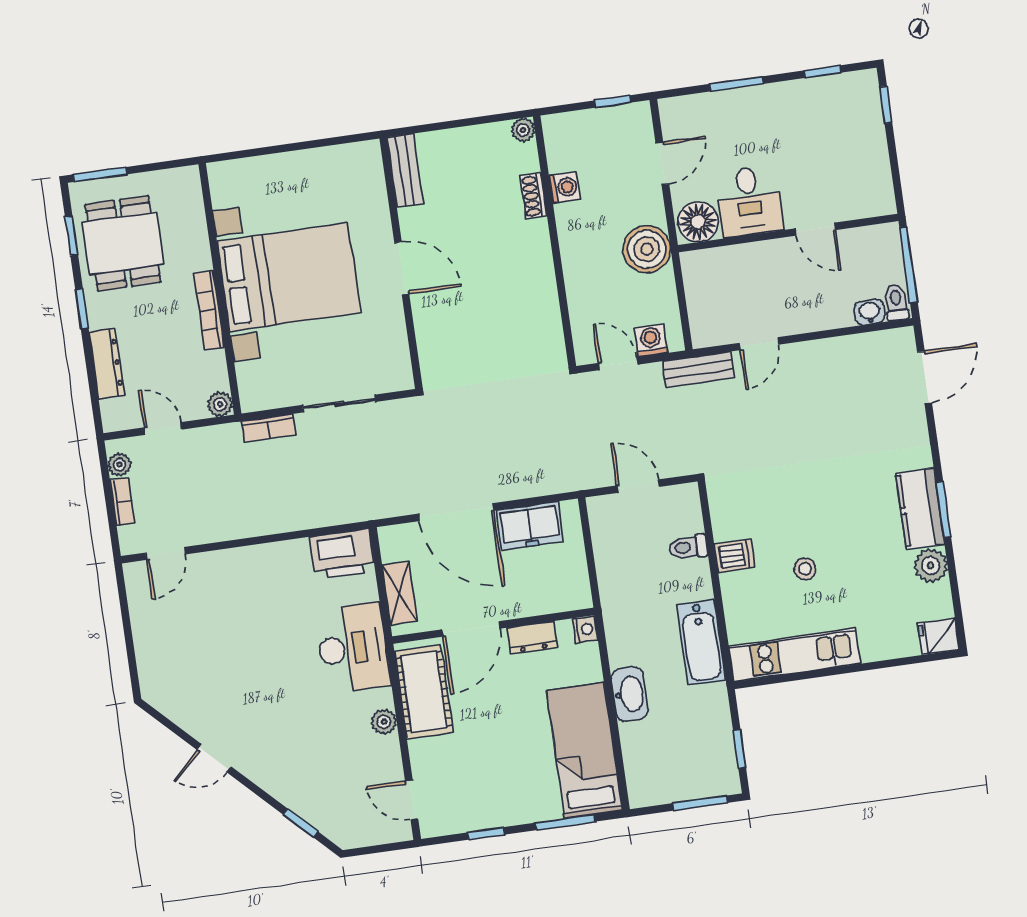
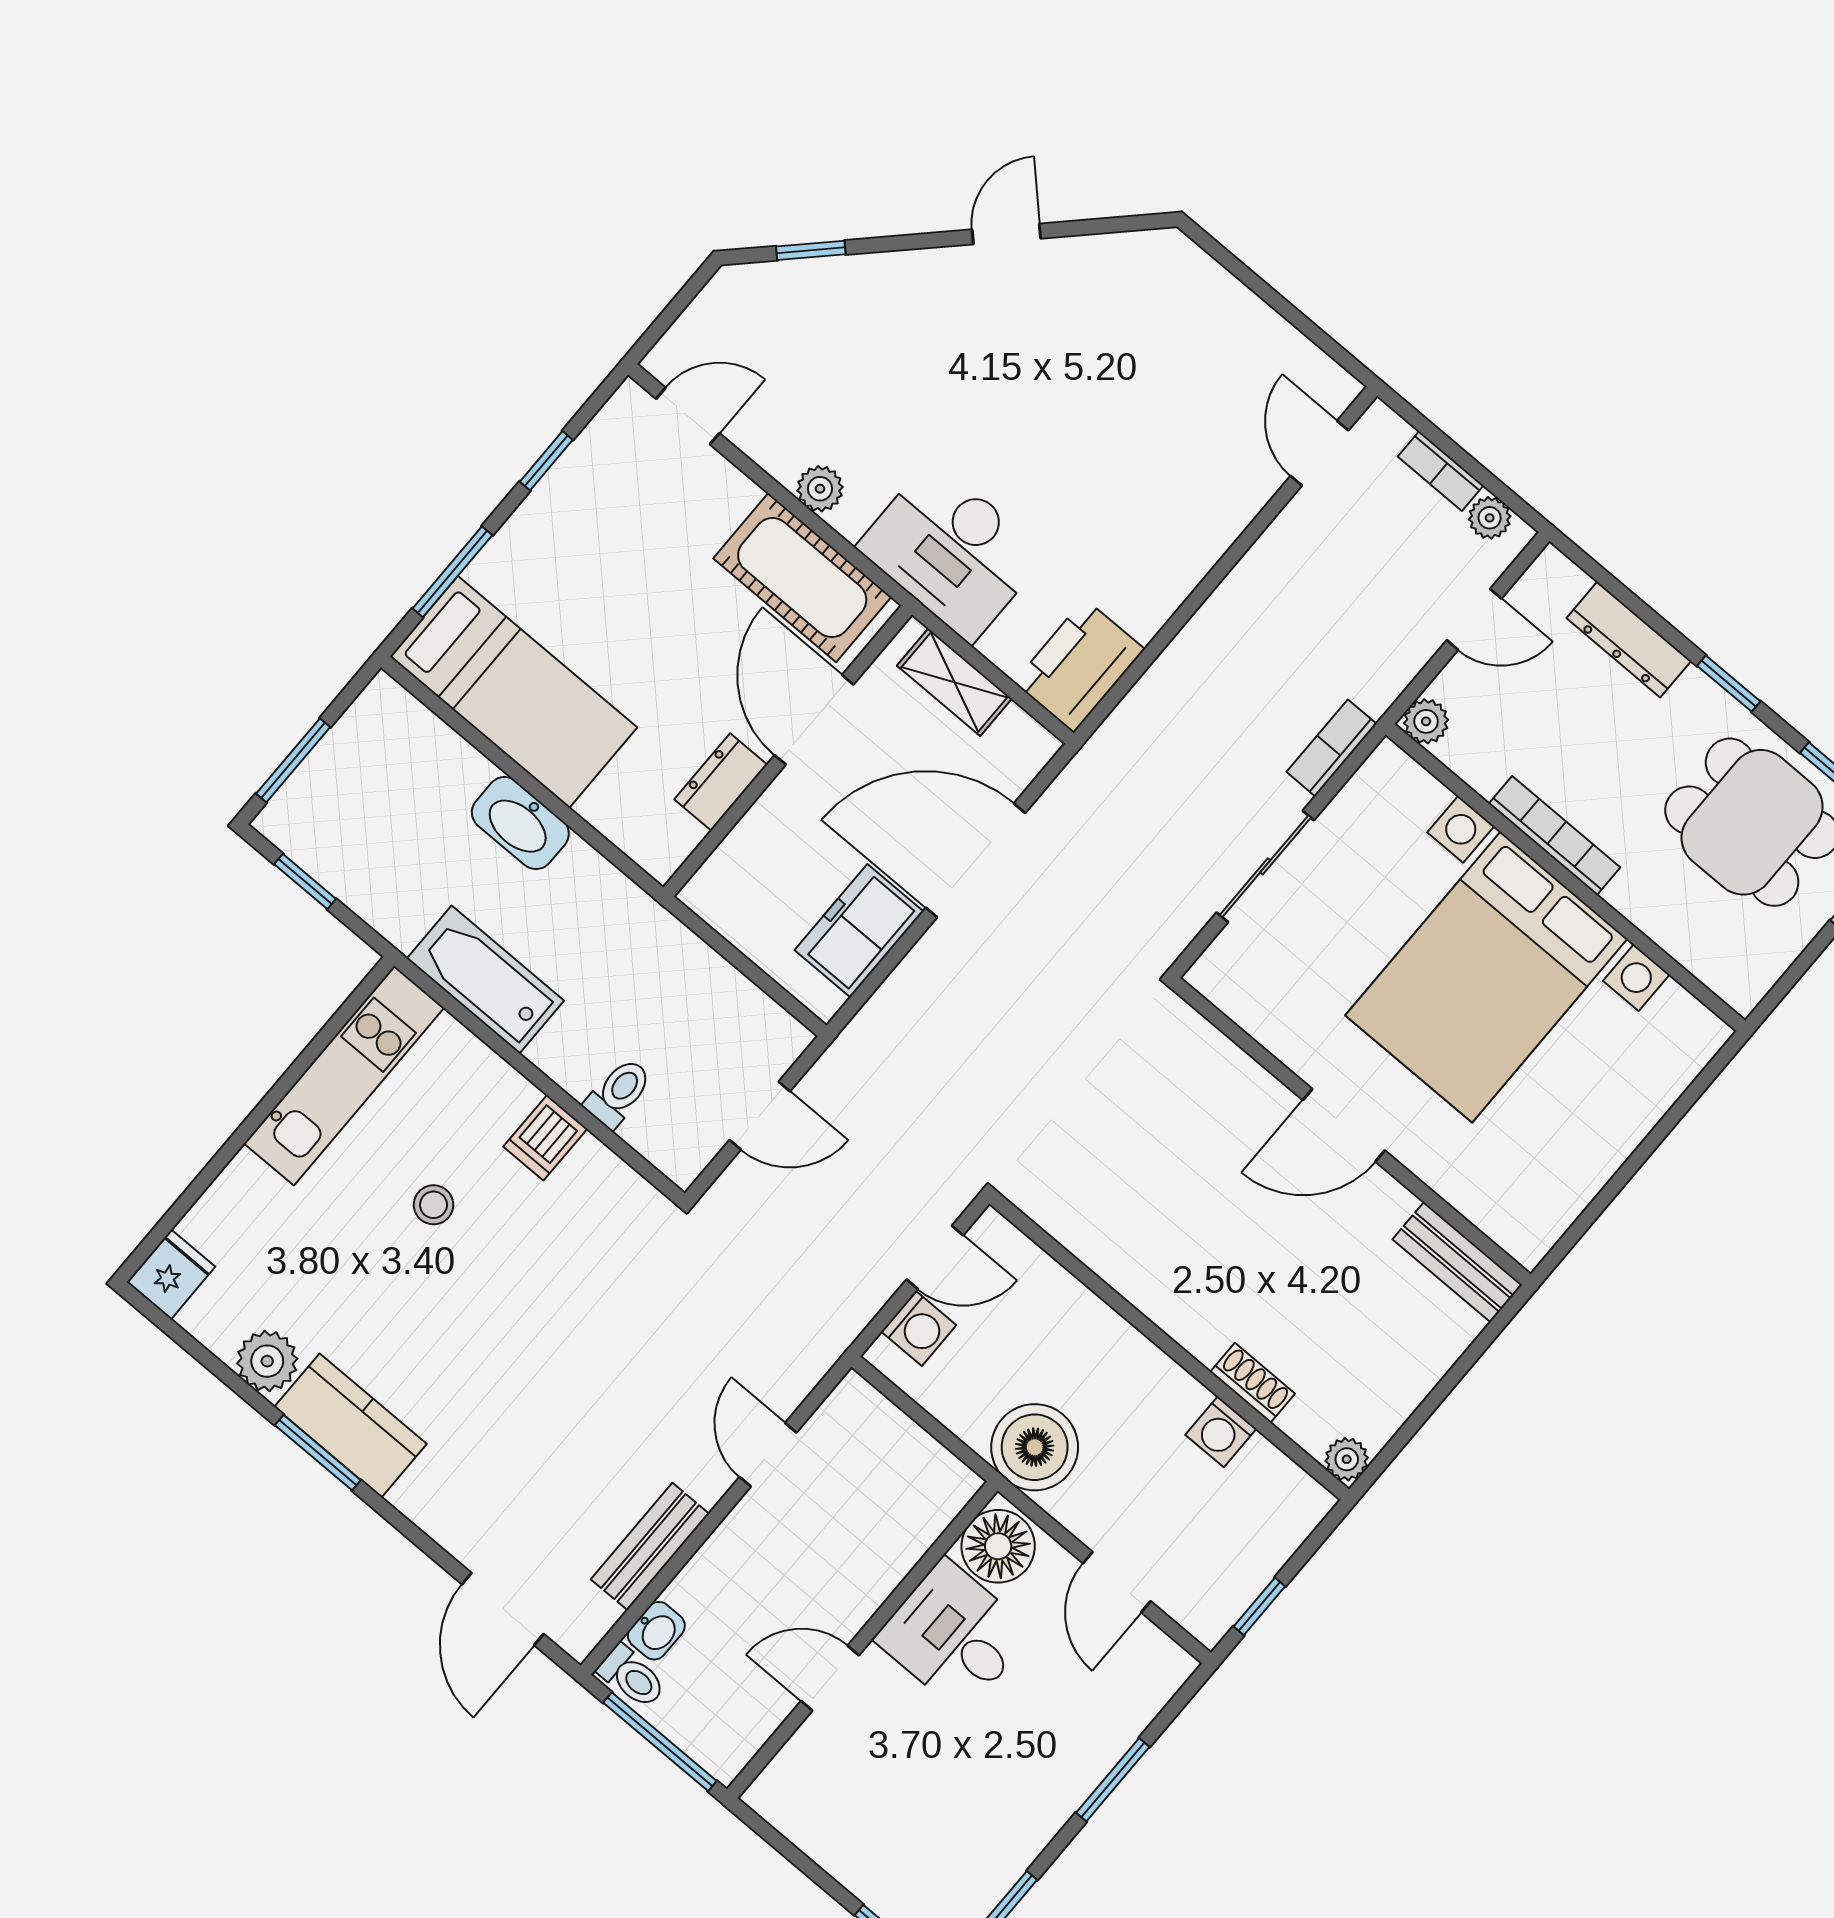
bench: (698, 370) -> (650, 1547), moved
nightstand: (585, 629) -> (659, 857), removed

